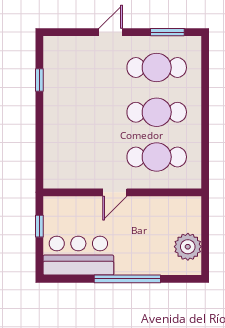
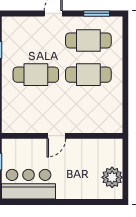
cafe table: (157, 157) -> (36, 75), moved
window: (127, 279) -> (66, 202), removed

